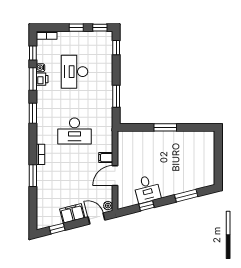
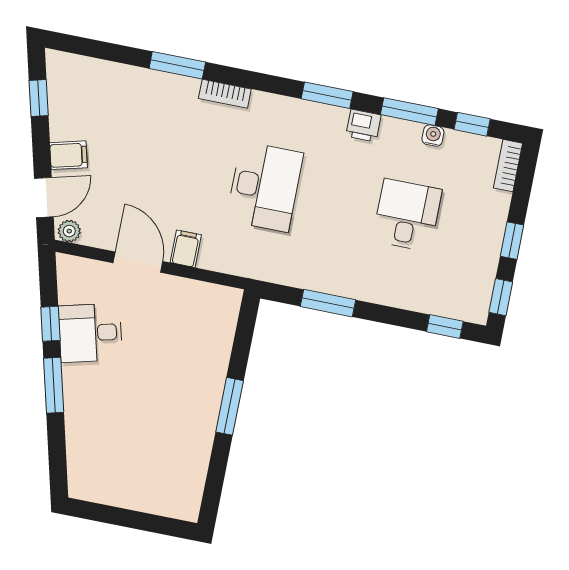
desk: (74, 72) -> (407, 215), width x0.73
printer: (42, 79) -> (363, 126), moved
desk: (74, 131) -> (265, 187), turned 180
window: (186, 196) -> (54, 385), moved
filing cabinet: (72, 213) -> (68, 155), width x0.50

